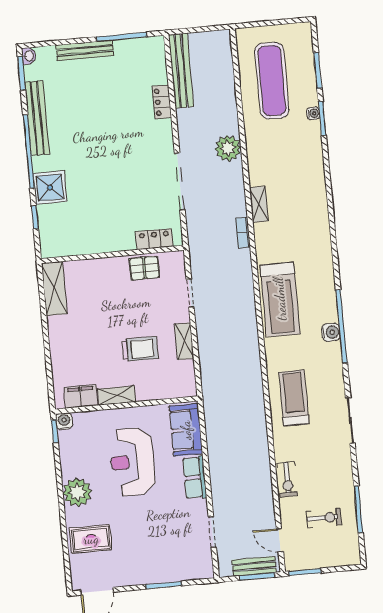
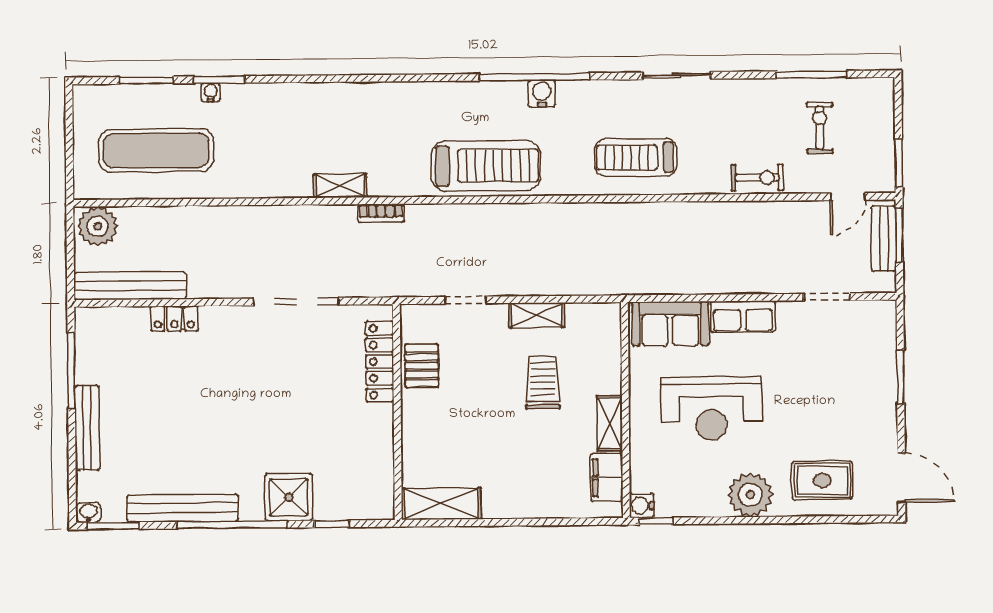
plant: (228, 148) -> (98, 226), moved
locker: (154, 239) -> (380, 362), width x1.53
rug: (91, 539) -> (822, 480), turned 90

